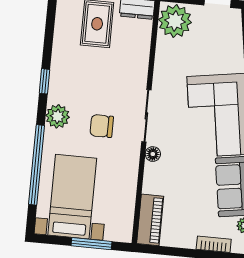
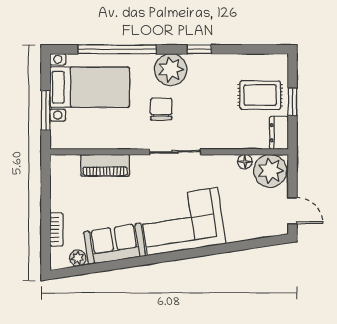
plant: (58, 116) -> (171, 70), width x1.36, depth x1.36
floor lamp: (153, 154) -> (245, 162), moved
piano: (150, 220) -> (105, 165), moved

